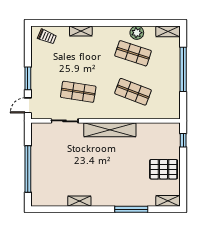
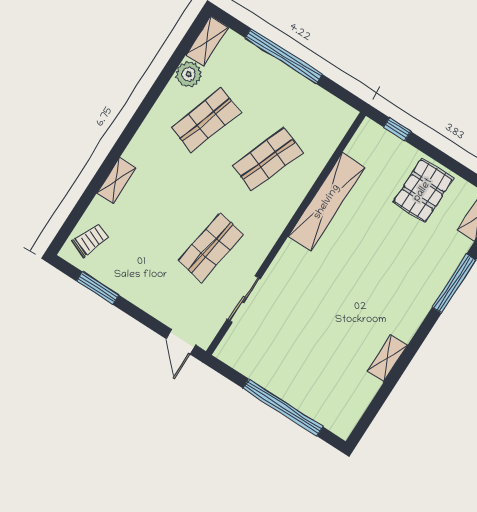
plant: (137, 33) -> (189, 74), moved
window: (28, 78) -> (98, 288), moved
shelving: (110, 130) -> (327, 202), moved

